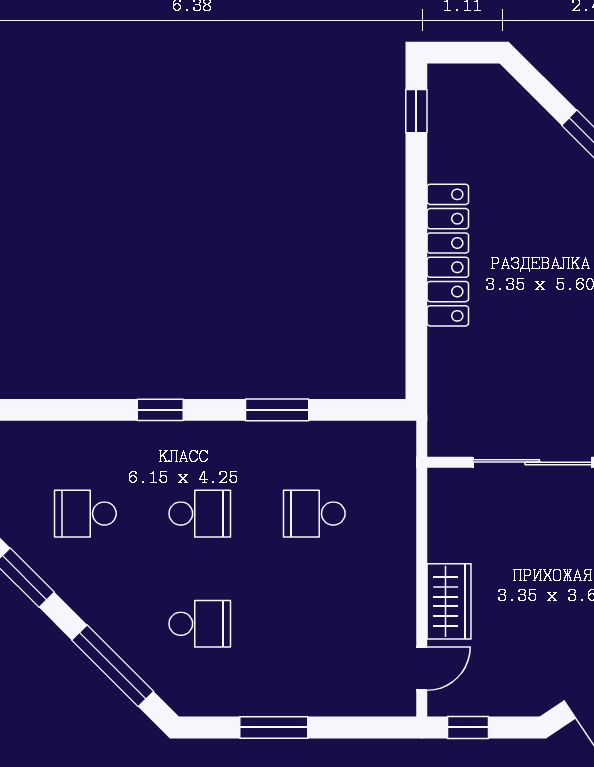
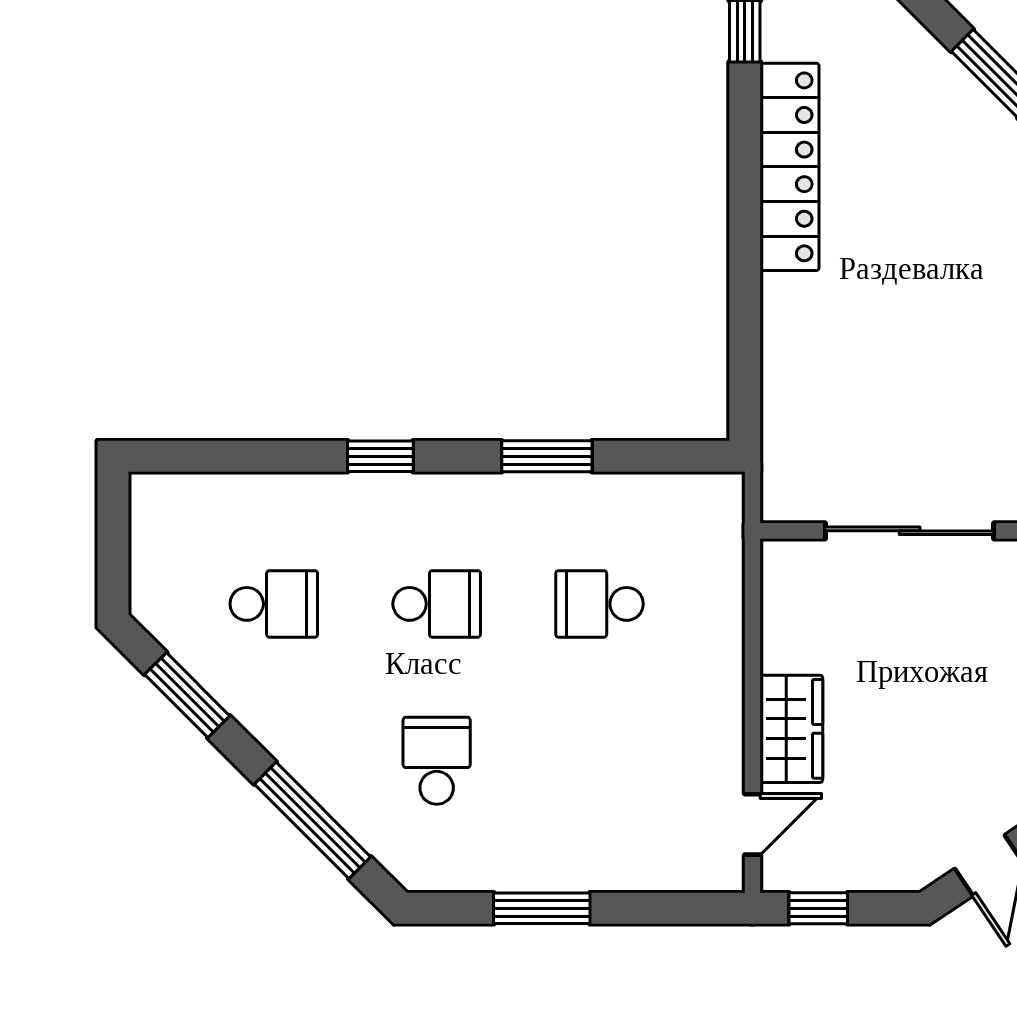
locker: (448, 255) -> (790, 167), moved
school desk: (85, 514) -> (274, 604), turned 180
school desk: (200, 624) -> (437, 761), turned -90

